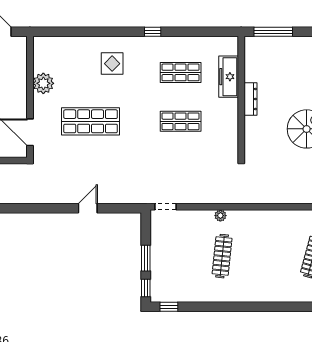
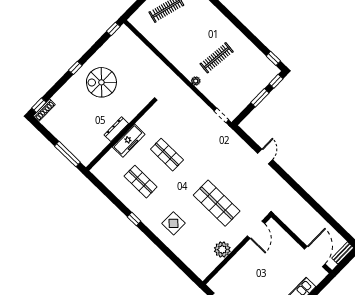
freezer: (229, 77) -> (129, 141), moved
door: (88, 208) -> (265, 157), swing flipped

